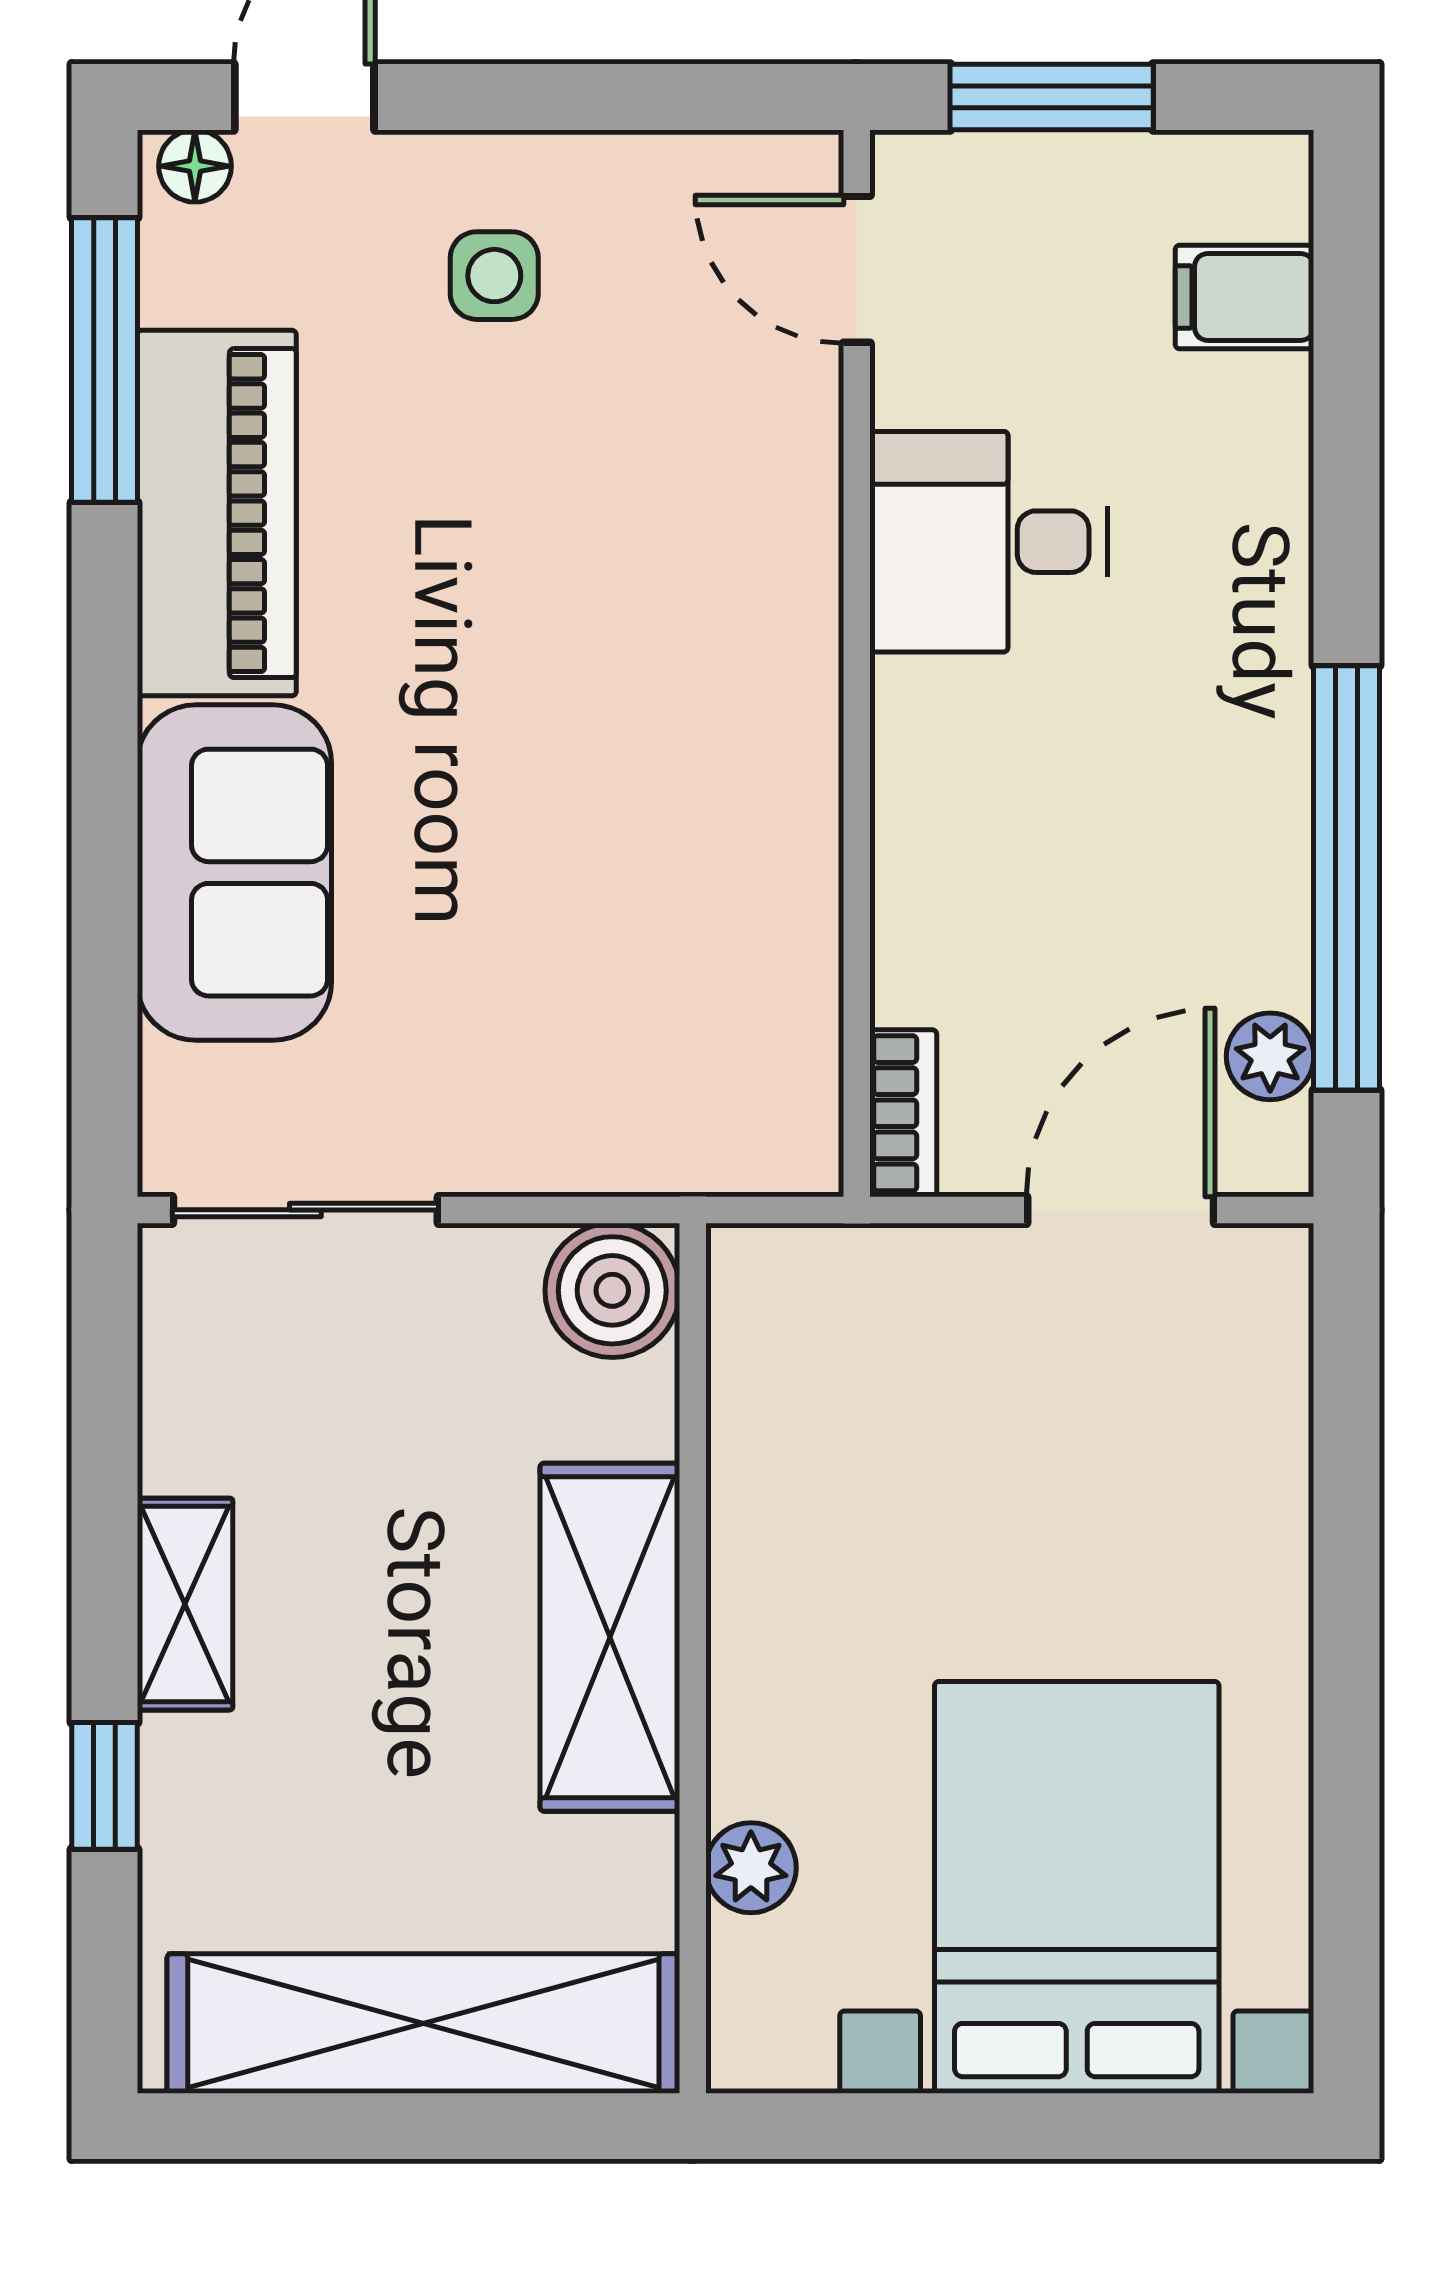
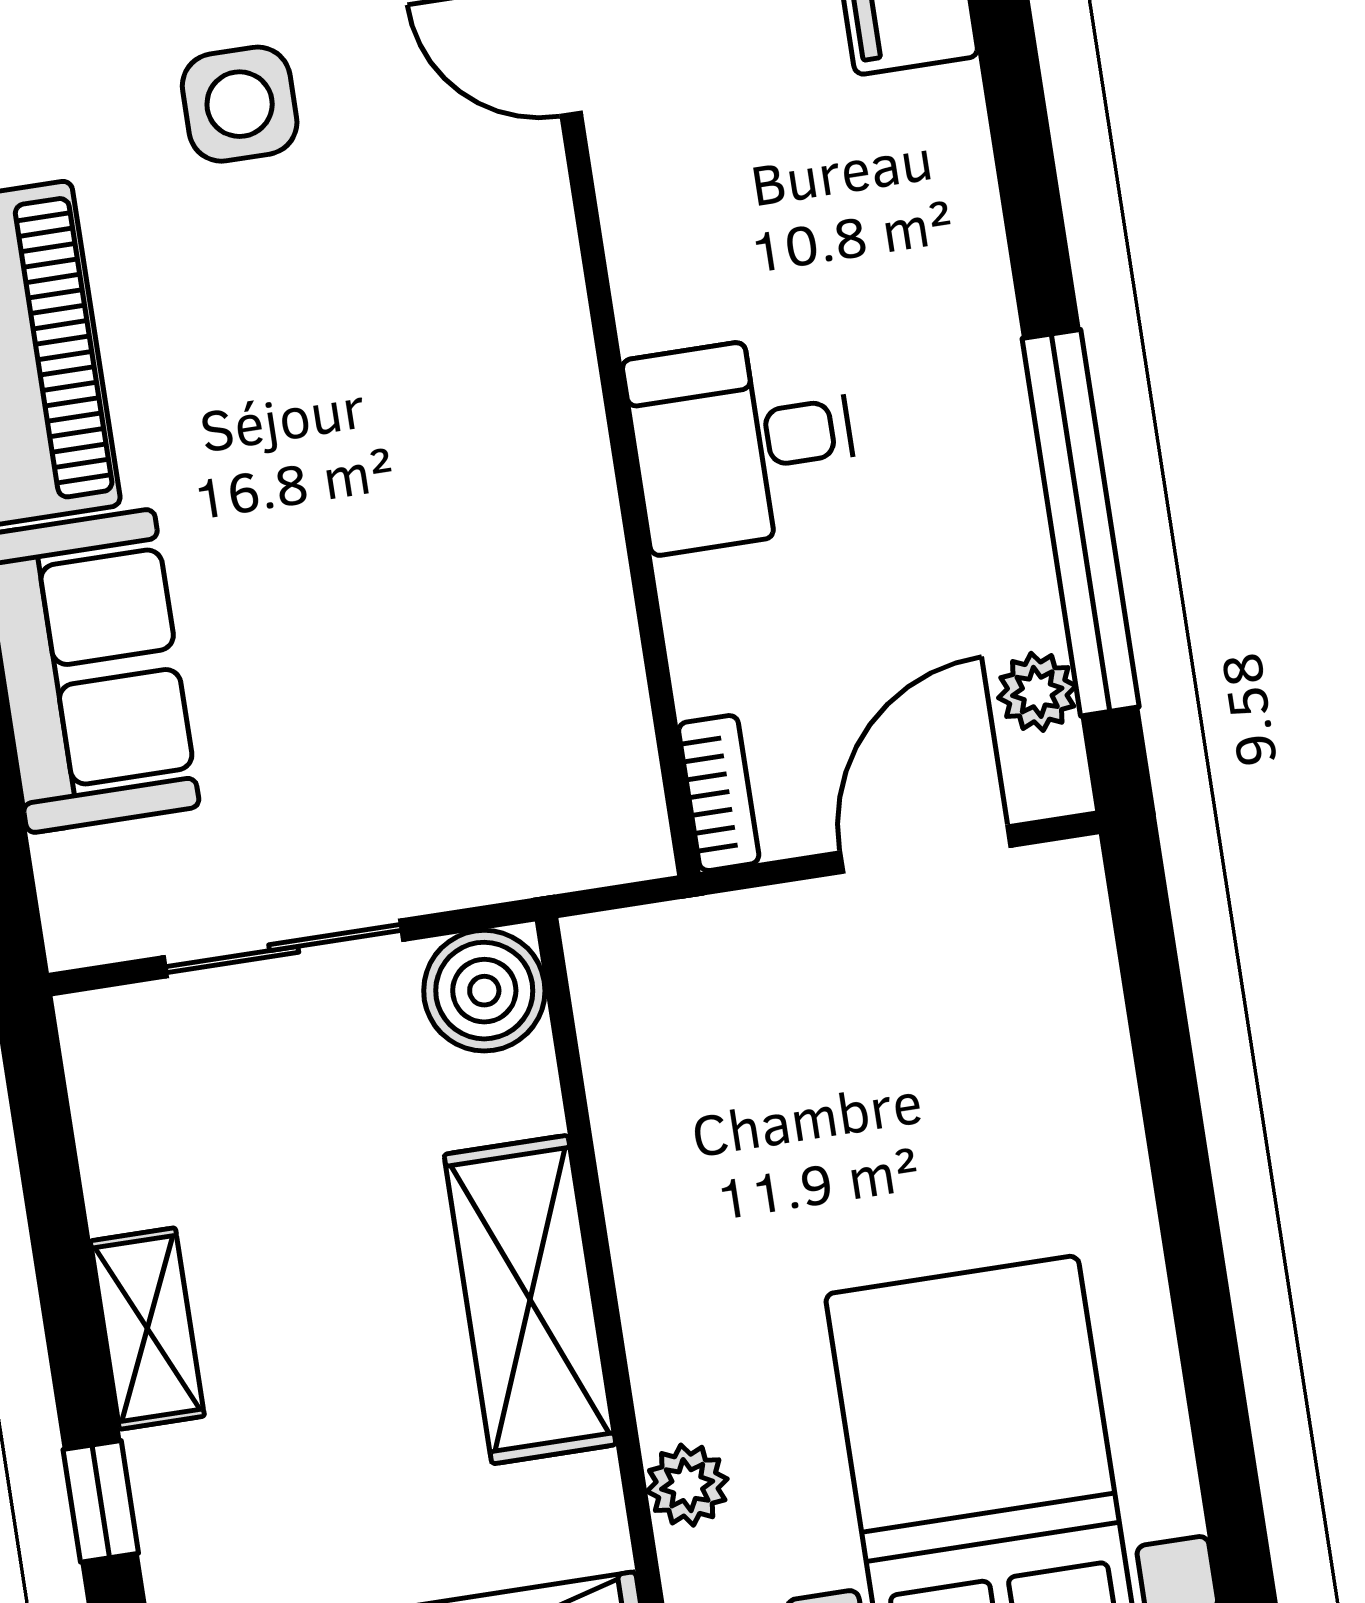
side table: (494, 276) -> (240, 104), width x1.37, depth x1.37
desk: (989, 542) -> (742, 442), moved
sliding door: (305, 1210) -> (284, 948), moved

